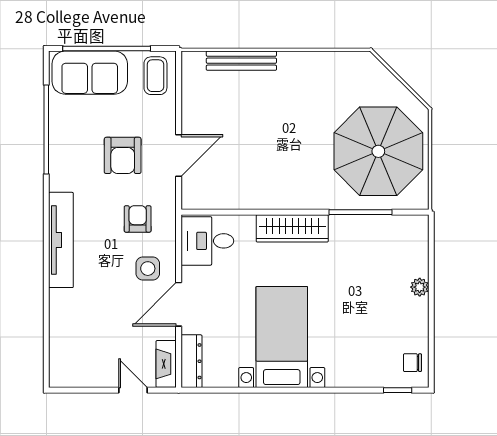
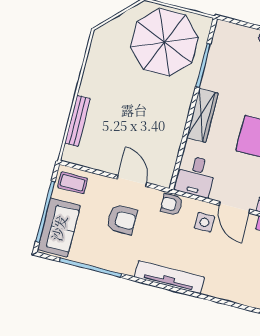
armchair: (138, 219) -> (172, 205), moved

